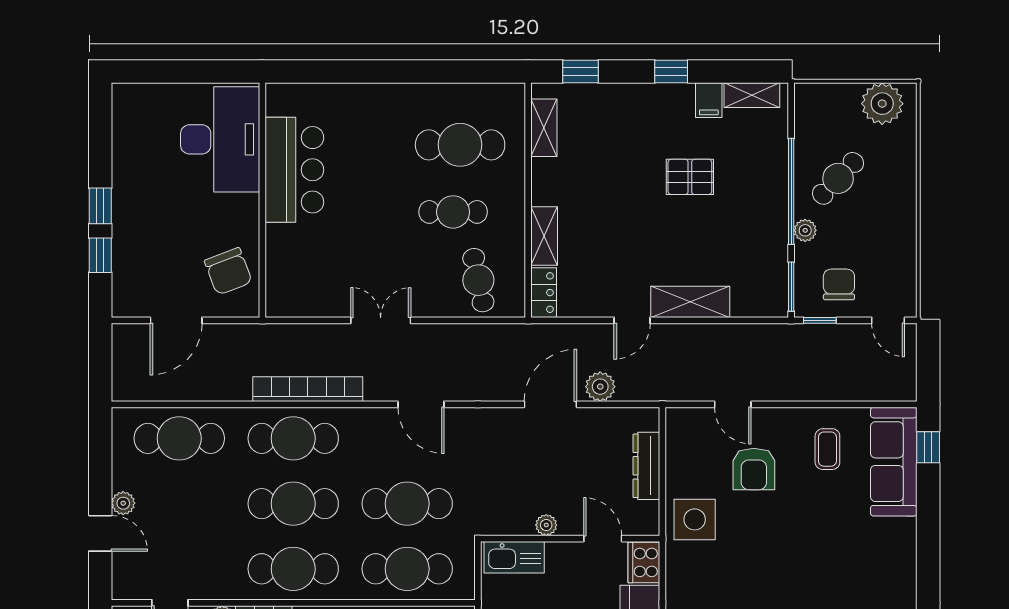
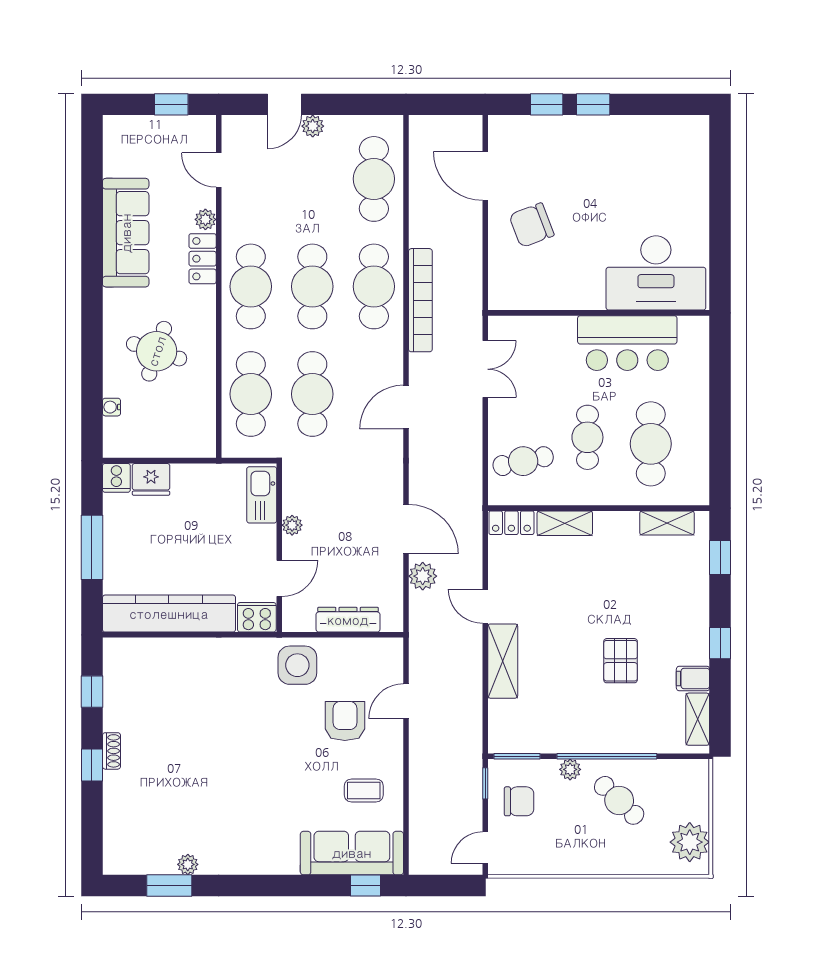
desk: (220, 139) -> (656, 273), moved
bar counter: (294, 170) -> (627, 343), moved
wall: (262, 200) -> (599, 313), moved
armchair: (754, 469) -> (345, 721), turned 90

